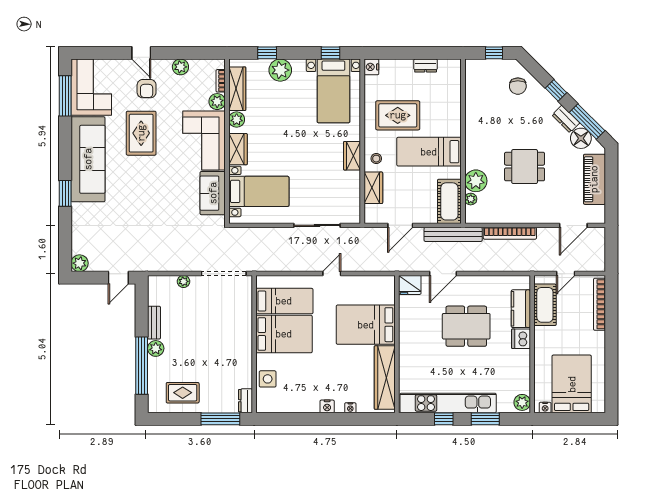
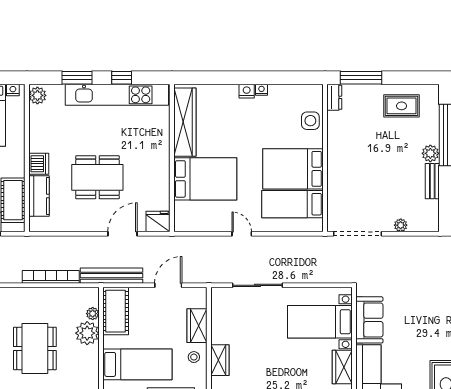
dining table: (525, 167) -> (35, 348), width x1.38
door: (332, 274) -> (242, 234), swing flipped
nightstand: (350, 408) -> (261, 90), moved

